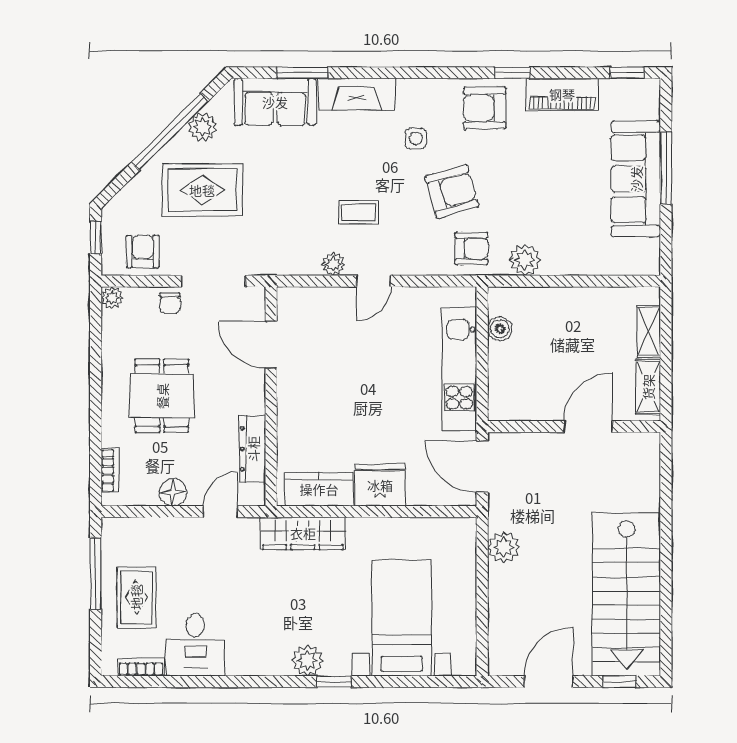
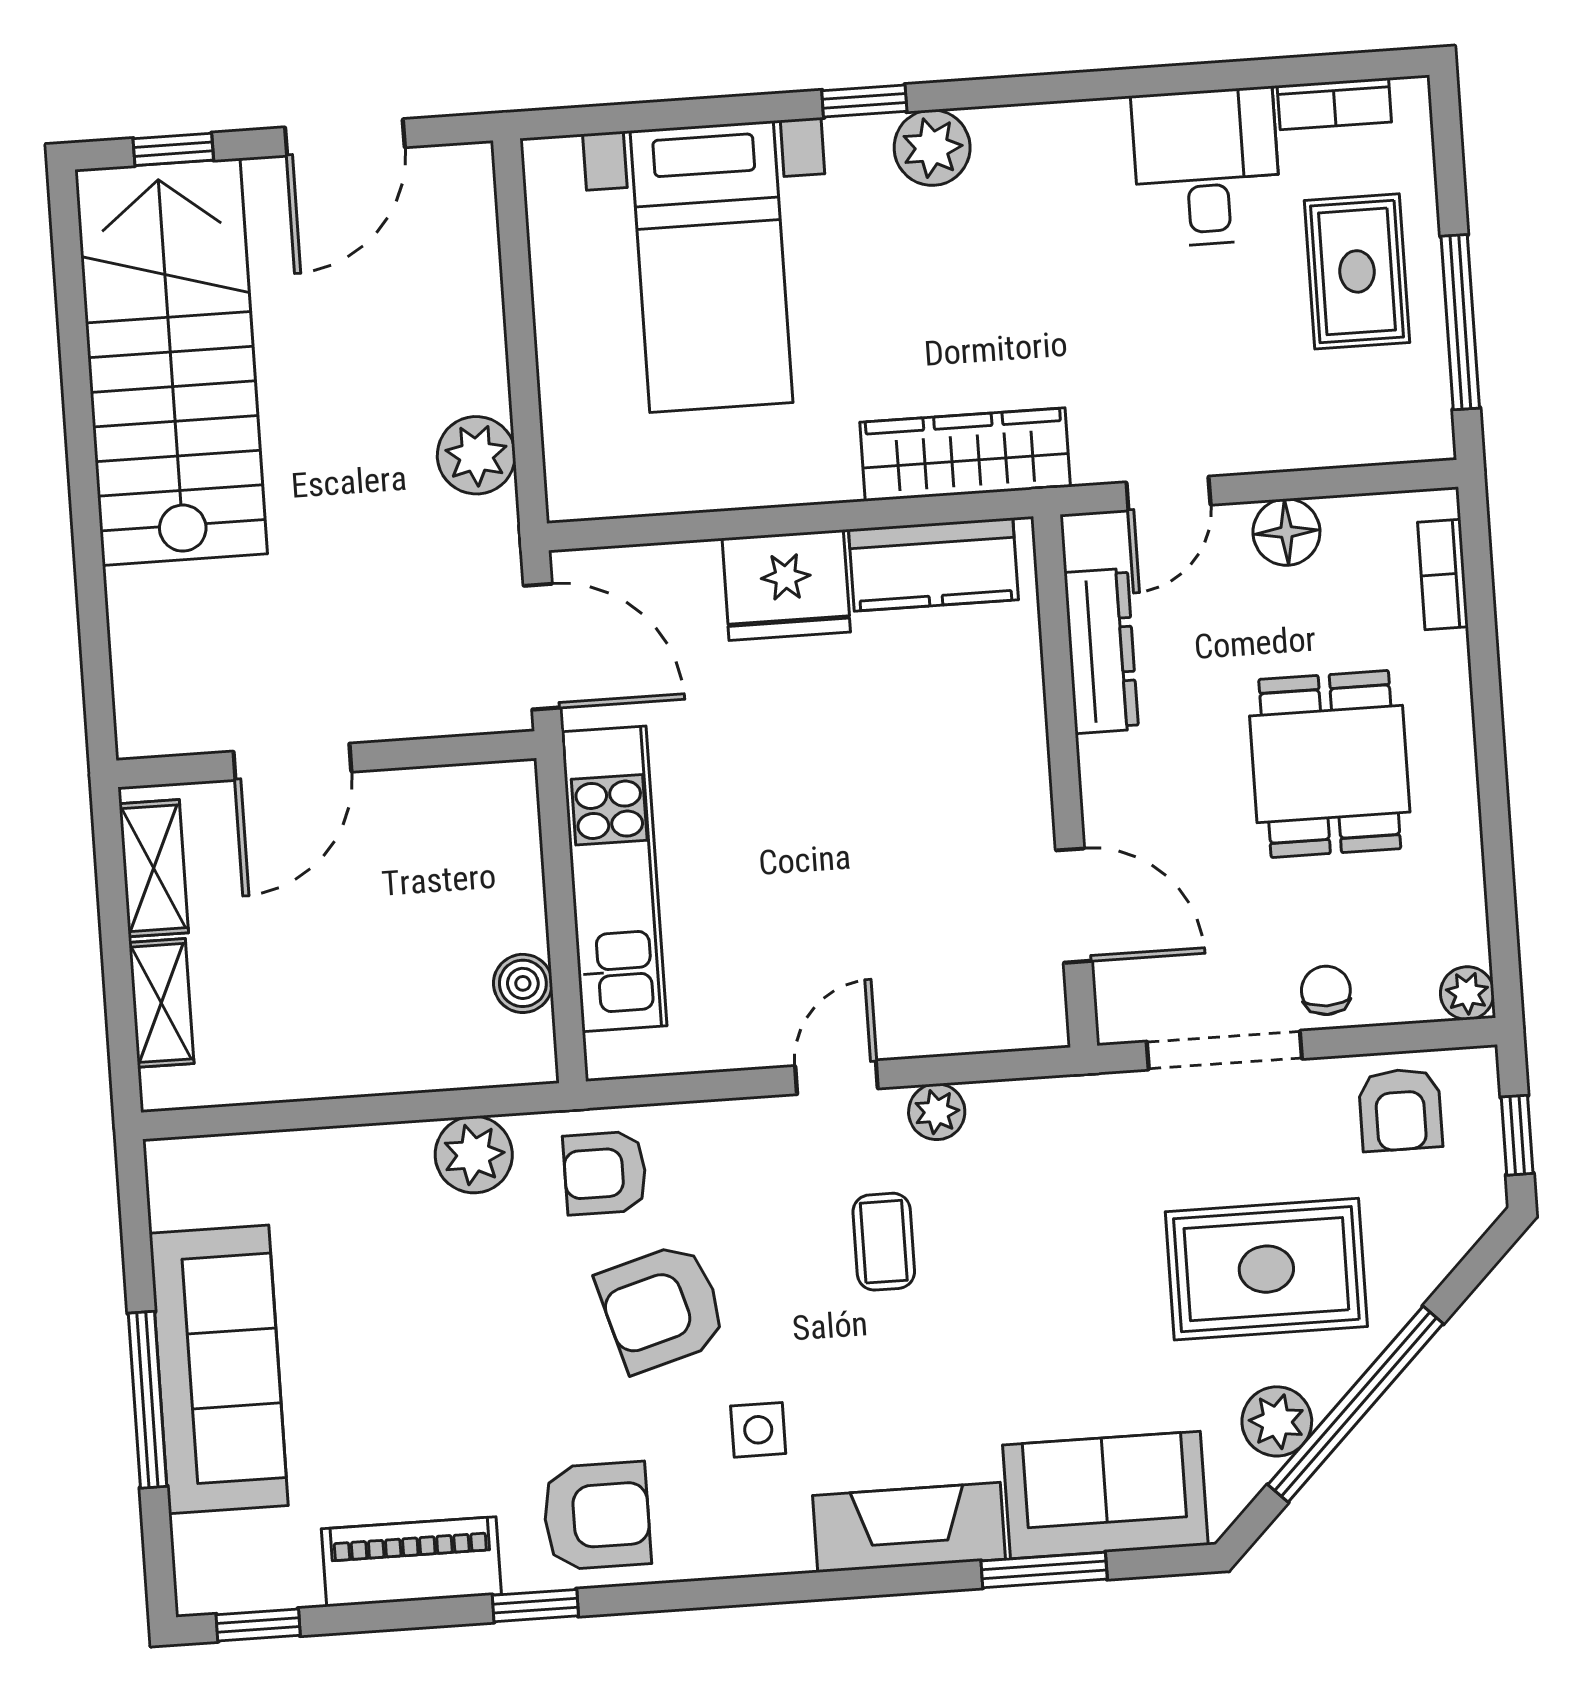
coffee table: (359, 212) -> (884, 1242), turned 90

